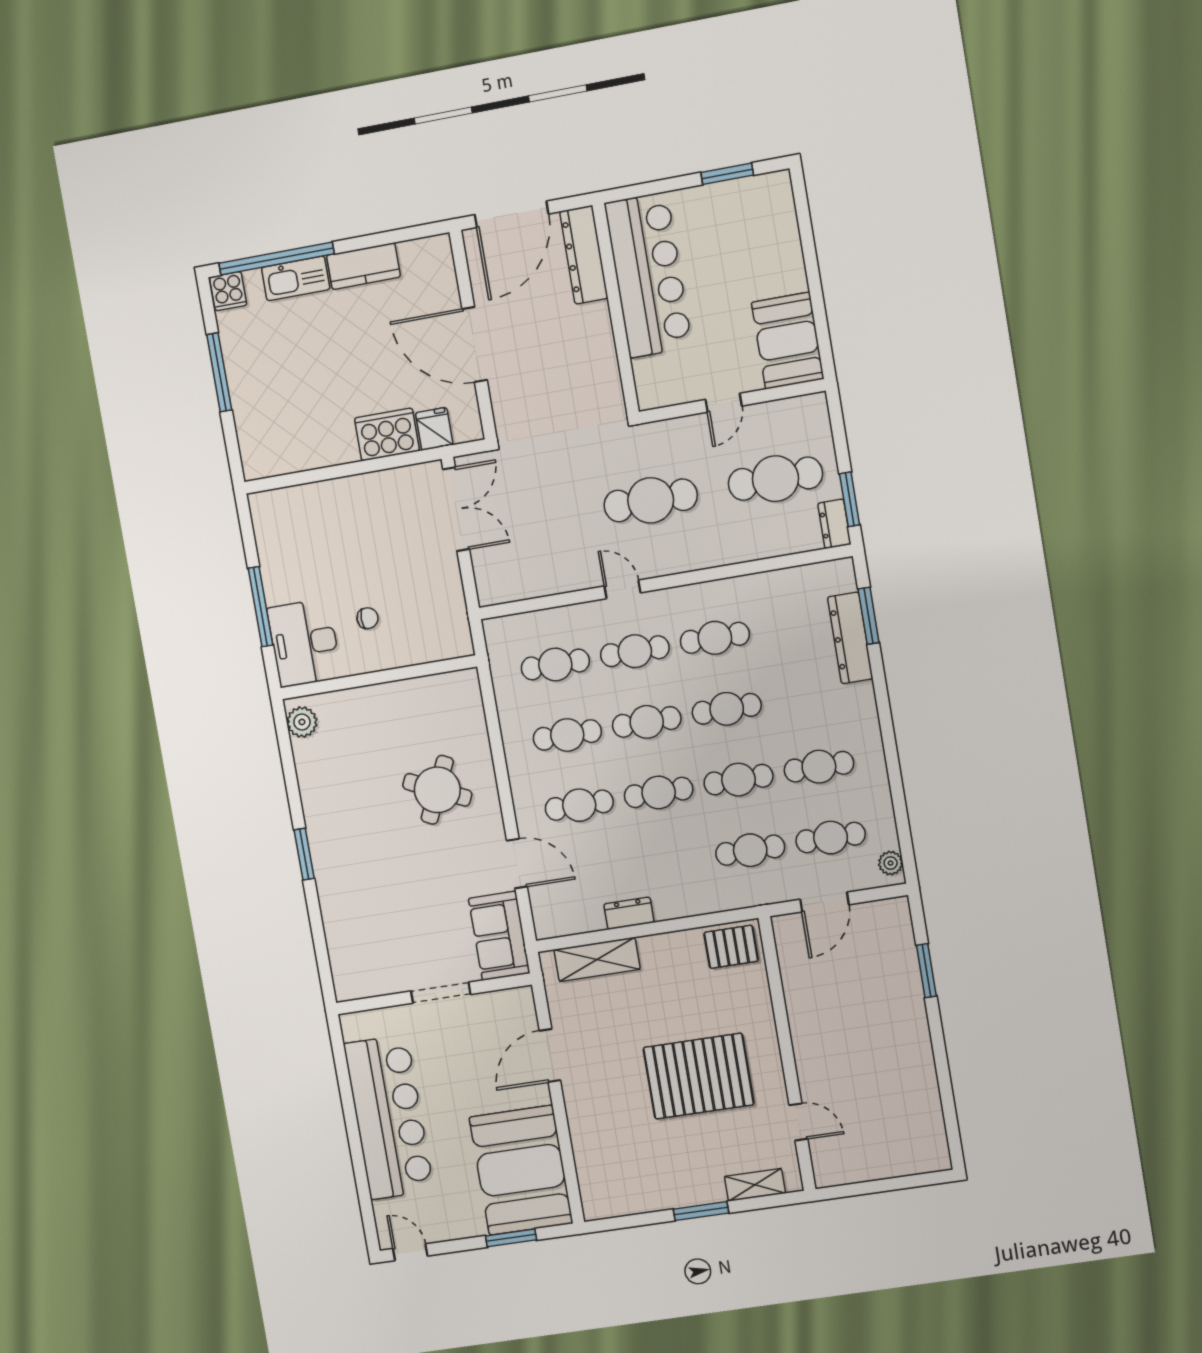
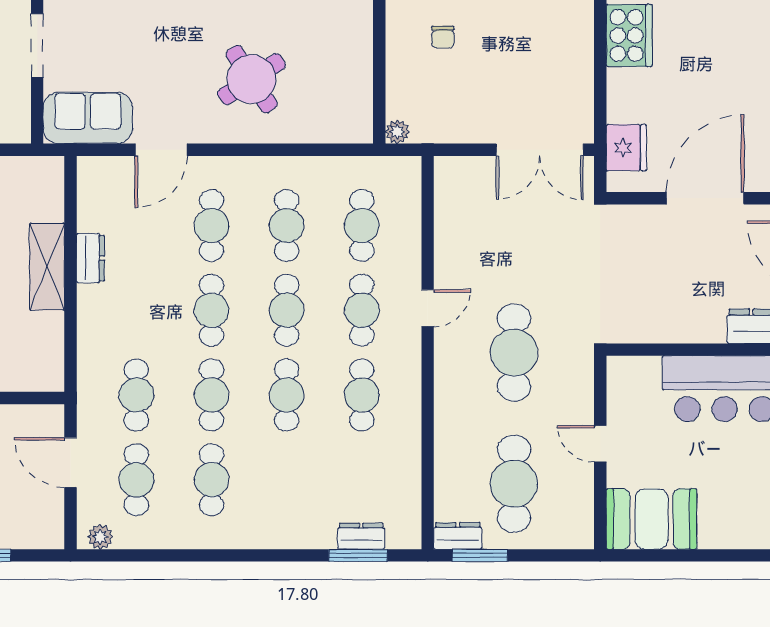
fridge: (434, 429) -> (626, 148), width x1.38
cooker: (387, 434) -> (629, 36), moved
dresser: (850, 638) -> (361, 536), width x0.51, depth x0.80
plant: (462, 646) -> (397, 132), added
round table: (437, 790) -> (252, 79), turned 32
pallet: (731, 947) -> (39, 359), removed
shelving: (597, 959) -> (47, 267), moved

